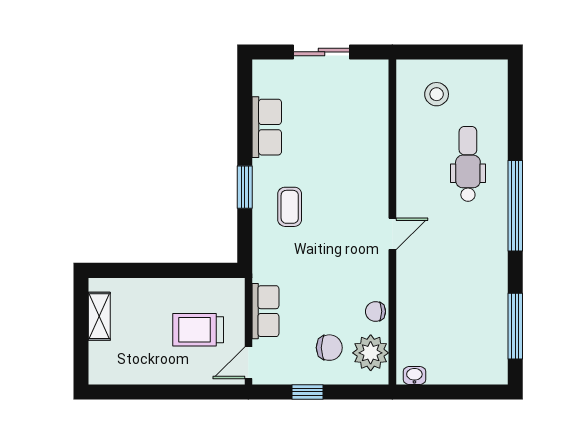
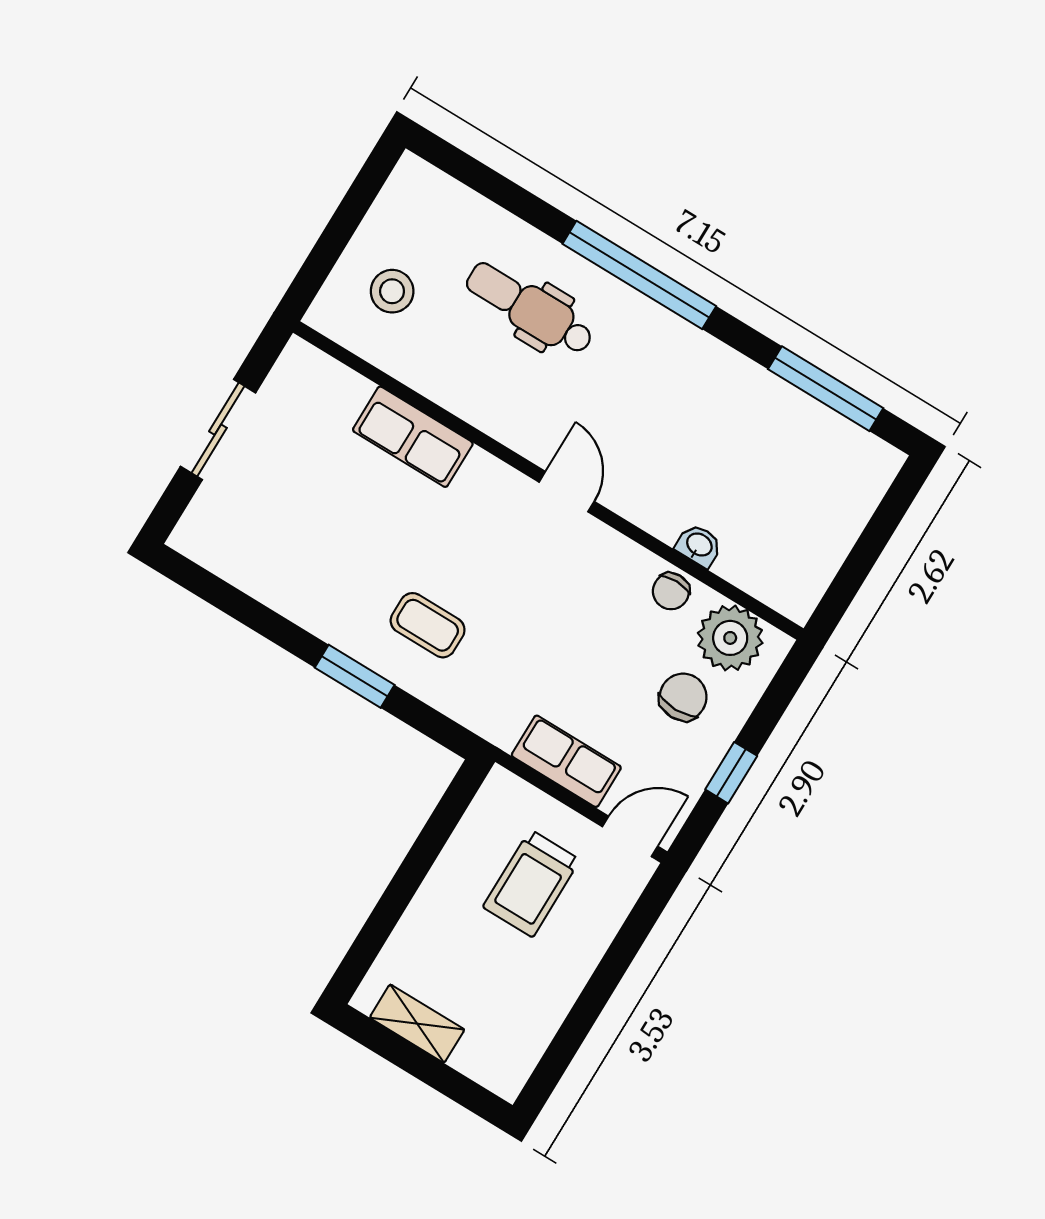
row of seats: (267, 127) -> (413, 437), moved, turned 180
door: (248, 363) -> (630, 836), swing flipped
washbasin: (414, 376) -> (699, 545), moved, turned 90

